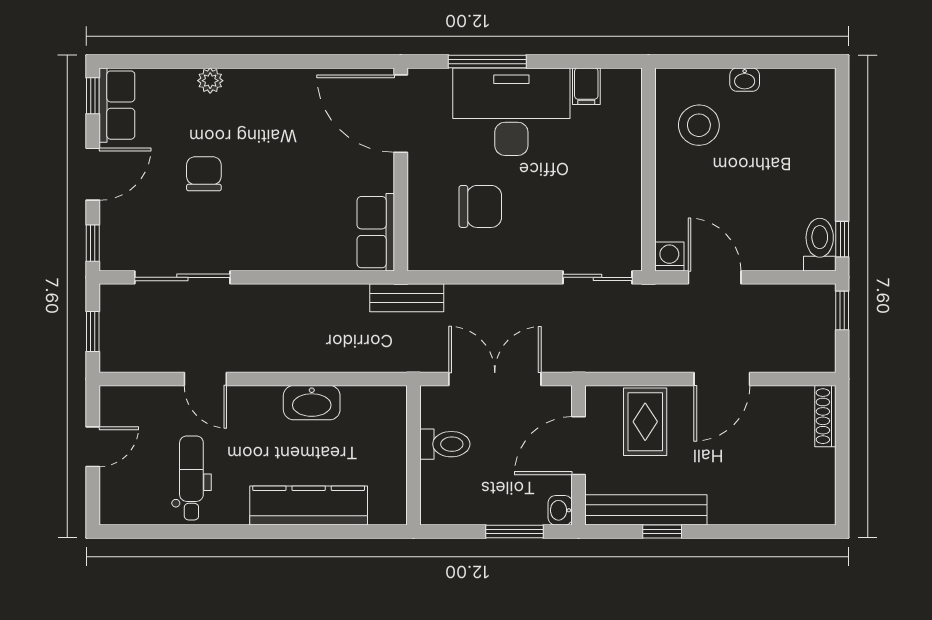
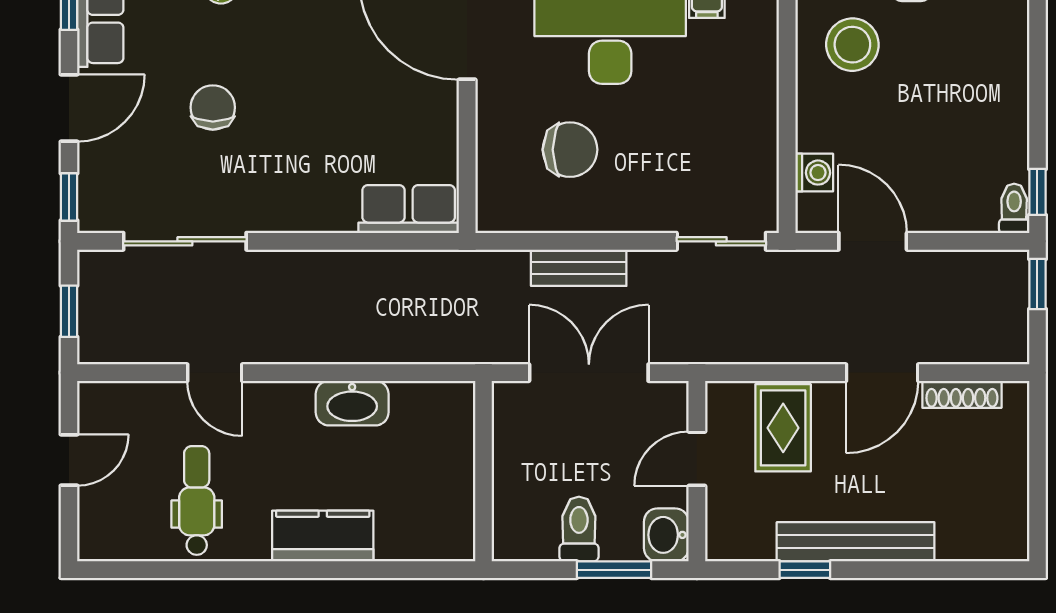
row of seats: (376, 232) -> (409, 209), moved, turned 90
toilet: (820, 245) -> (1014, 208), width x0.73, depth x0.72
washing machine: (669, 256) -> (814, 173), moved, turned 90
bench: (407, 298) -> (579, 268), moved
shoe rack: (825, 416) -> (962, 394), moved, turned -90
toilet: (445, 444) -> (579, 529), moved, turned -90
door: (579, 446) -> (697, 459), width x0.73
kitchen counter: (309, 505) -> (323, 536), width x0.67
washbasin: (560, 510) -> (666, 535), width x1.38, depth x1.45
bench: (646, 510) -> (856, 542), moved

